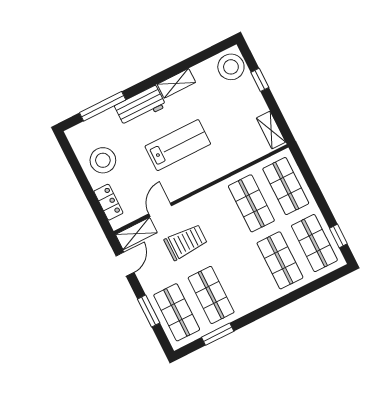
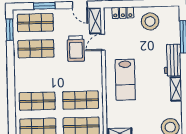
lab bench: (178, 145) -> (125, 80), moved
door: (160, 210) -> (103, 42), swing flipped
window: (218, 334) -> (10, 30), moved

